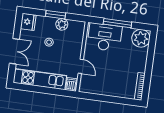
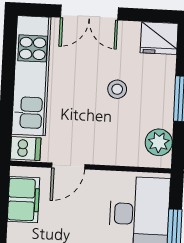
plant: (62, 24) -> (159, 142), moved
filing cabinet: (94, 87) -> (24, 200), added

